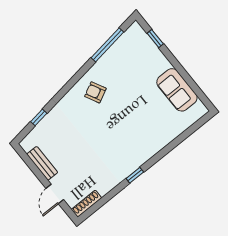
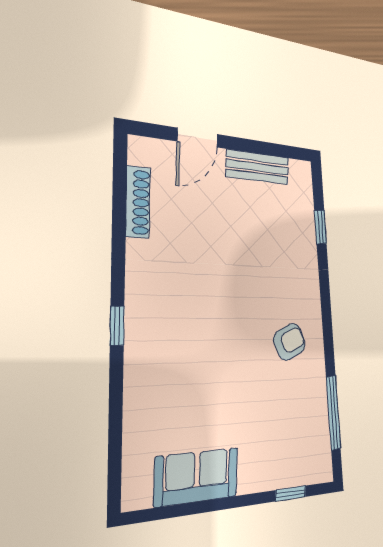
window: (135, 175) -> (117, 326), moved
door: (55, 194) -> (197, 138), swing flipped
shoe rack: (86, 204) -> (138, 202), moved

